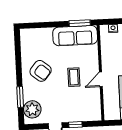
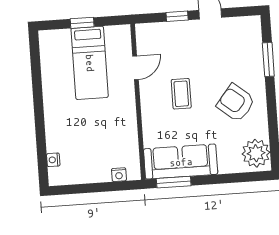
door: (101, 79) -> (136, 68), moved
plant: (32, 109) -> (256, 153), moved

